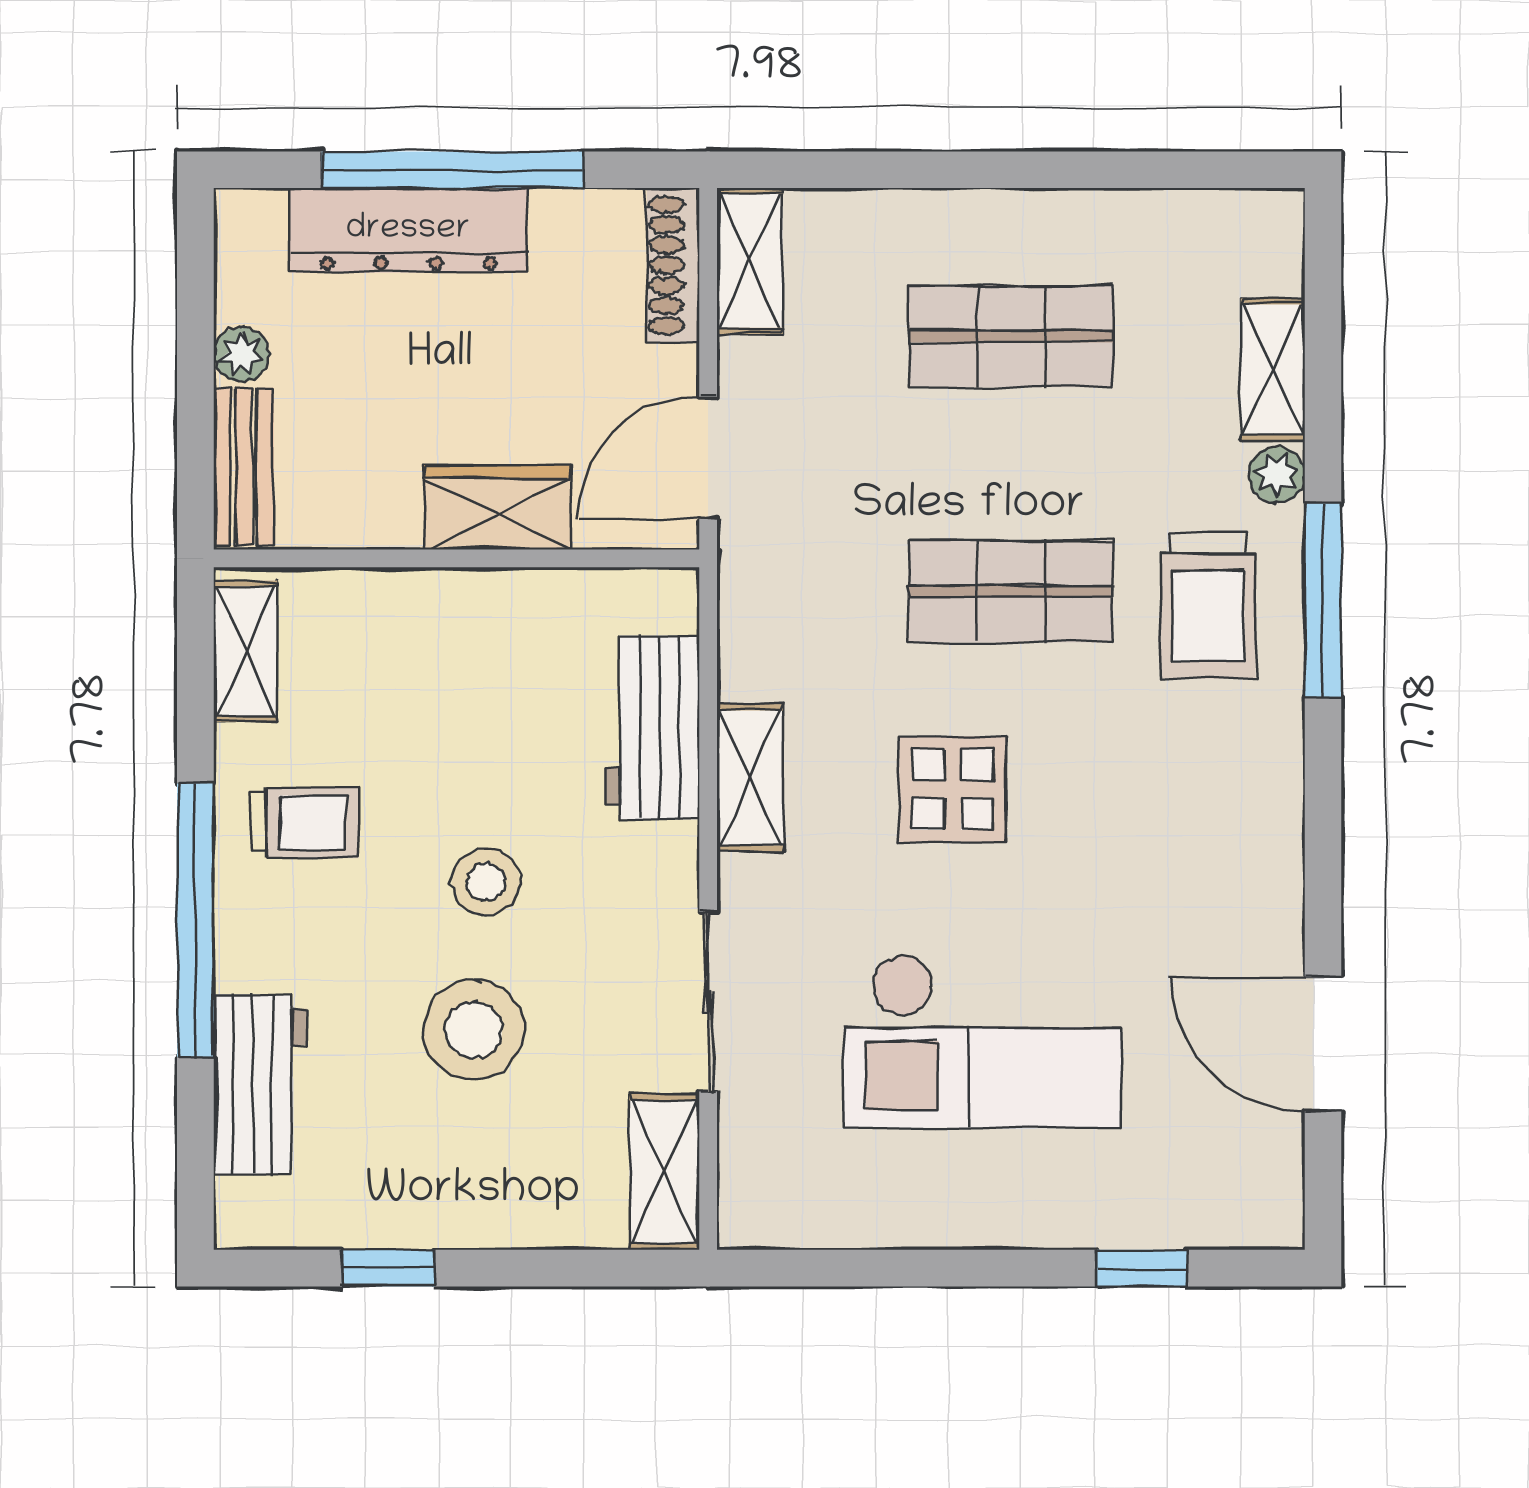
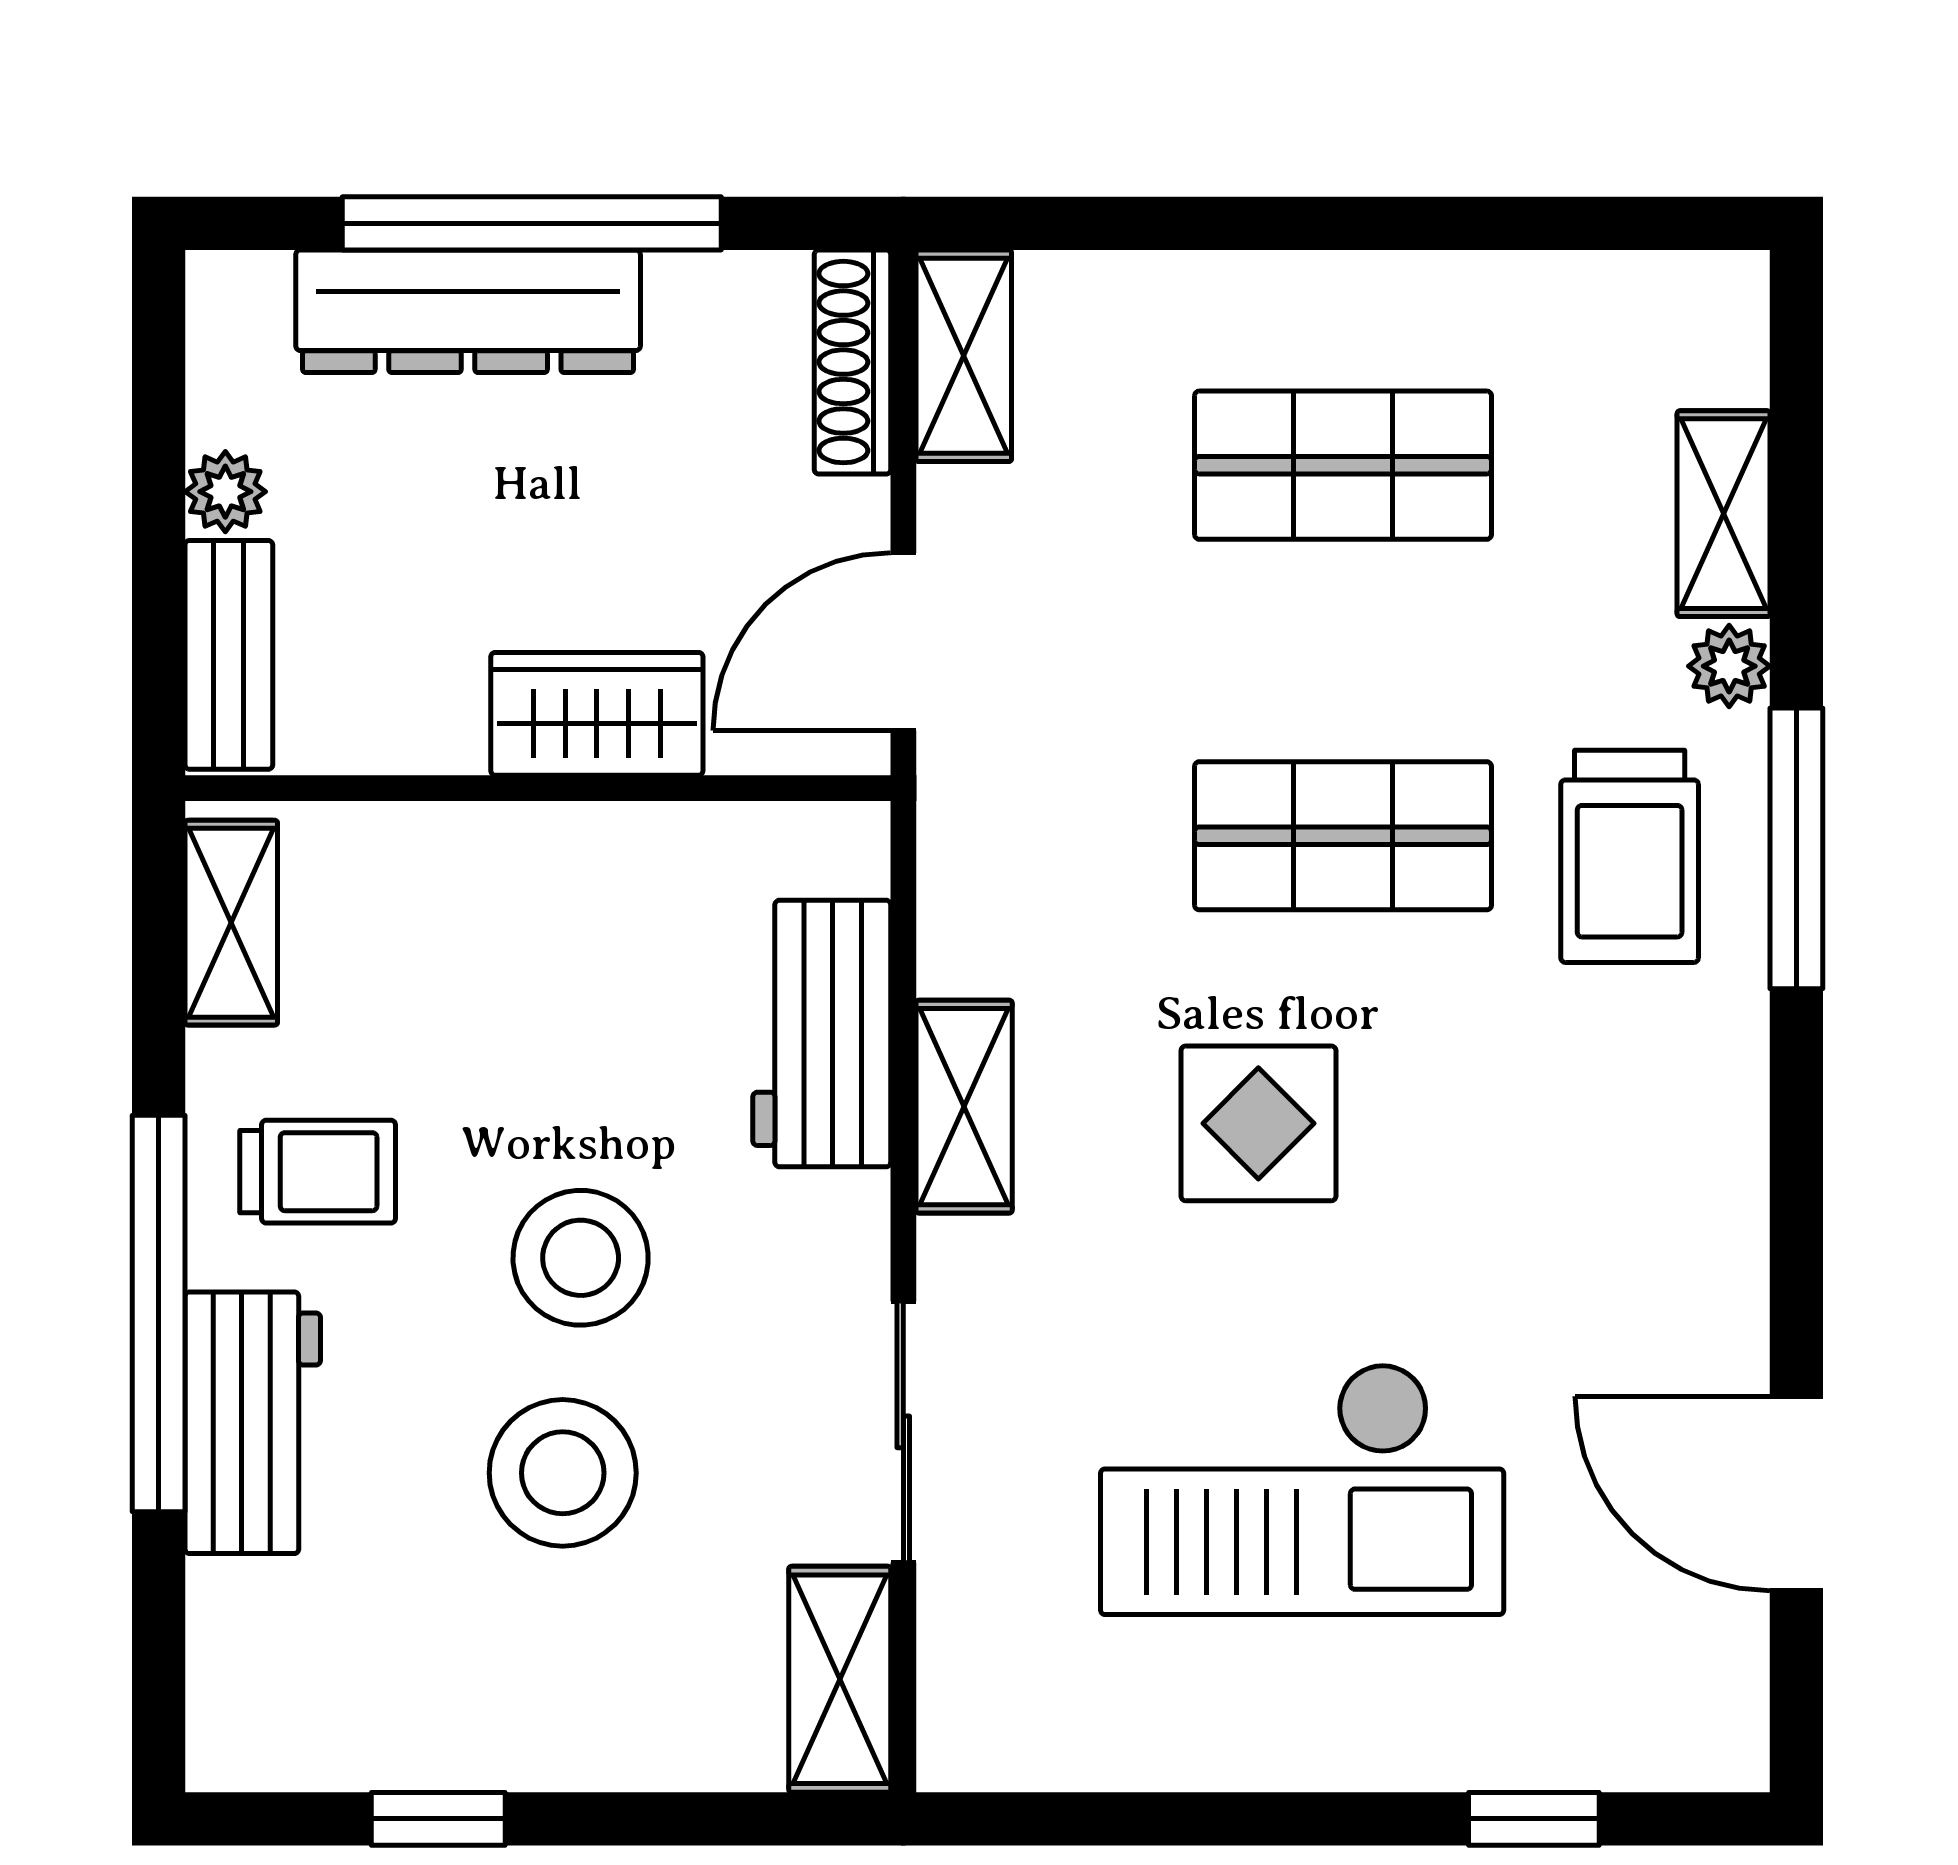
stool: (486, 882) -> (581, 1258), width x1.38, depth x1.38
workbench: (260, 1085) -> (253, 1423), moved

